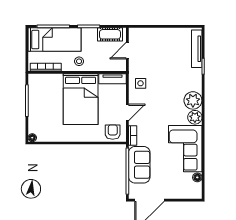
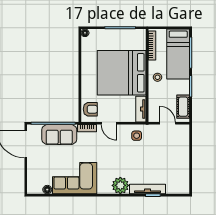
tv unit: (197, 49) -> (148, 189), moved
bed: (81, 99) -> (122, 73), width x1.36
plant: (195, 117) -> (104, 187), removed

